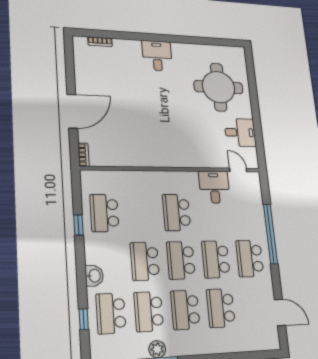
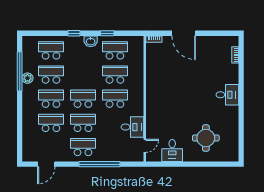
round table: (219, 87) -> (206, 138), width x0.73, depth x0.73
school desk: (145, 261) -> (115, 75), moved
washbasin: (94, 276) -> (91, 41), moved
window: (84, 319) -> (74, 33), moved

